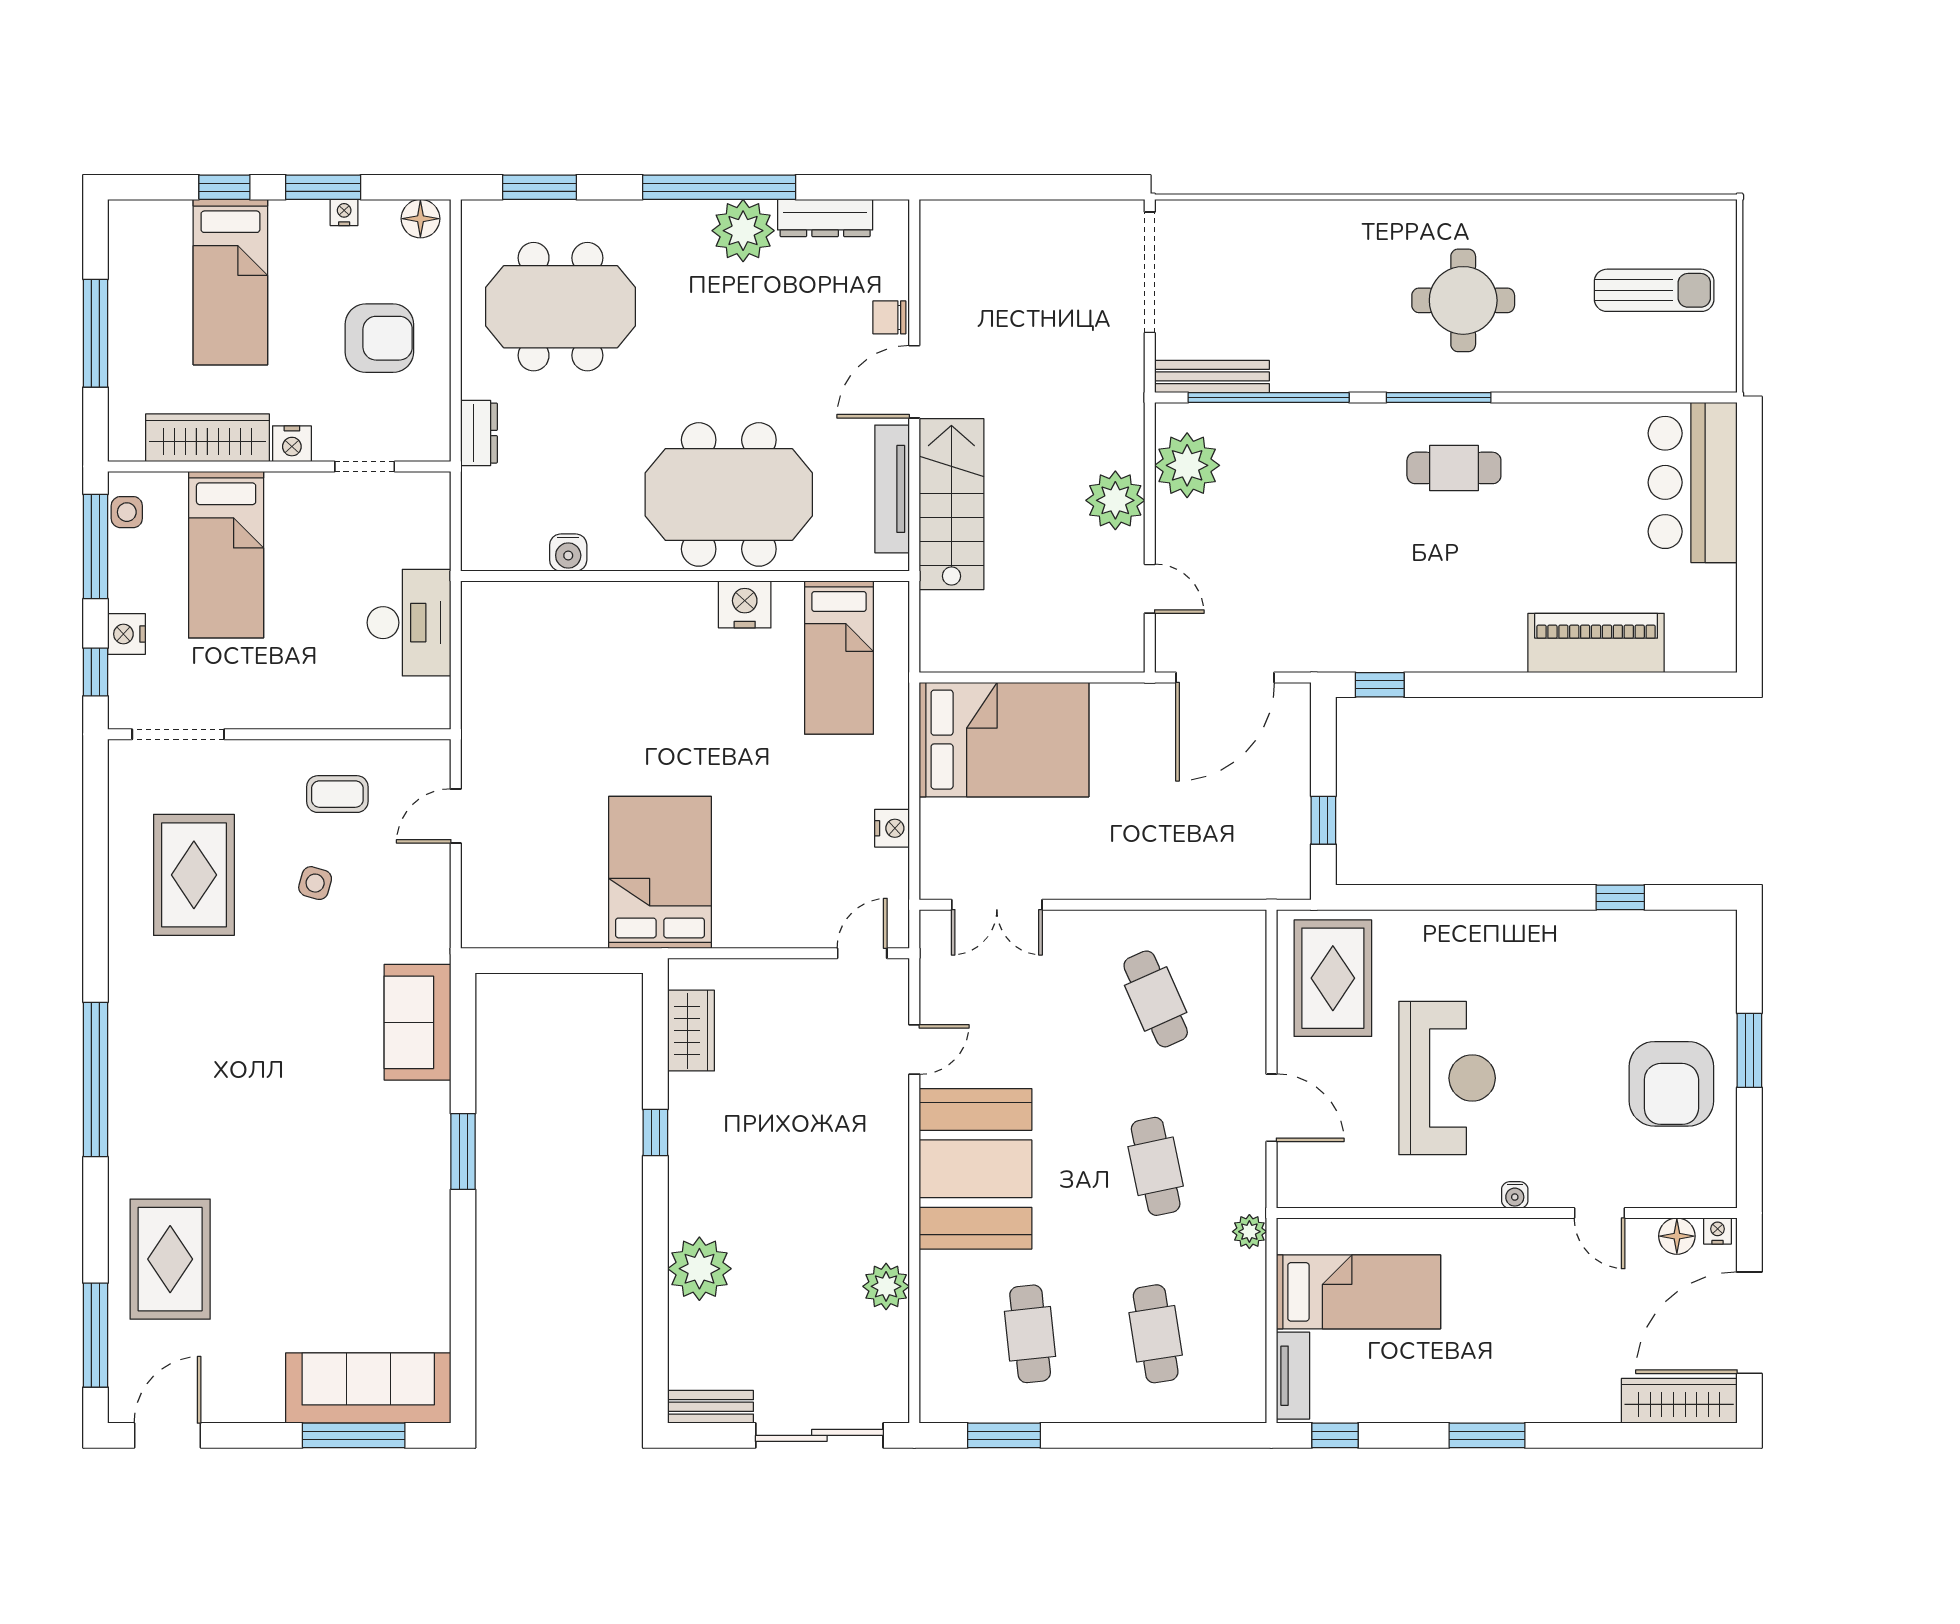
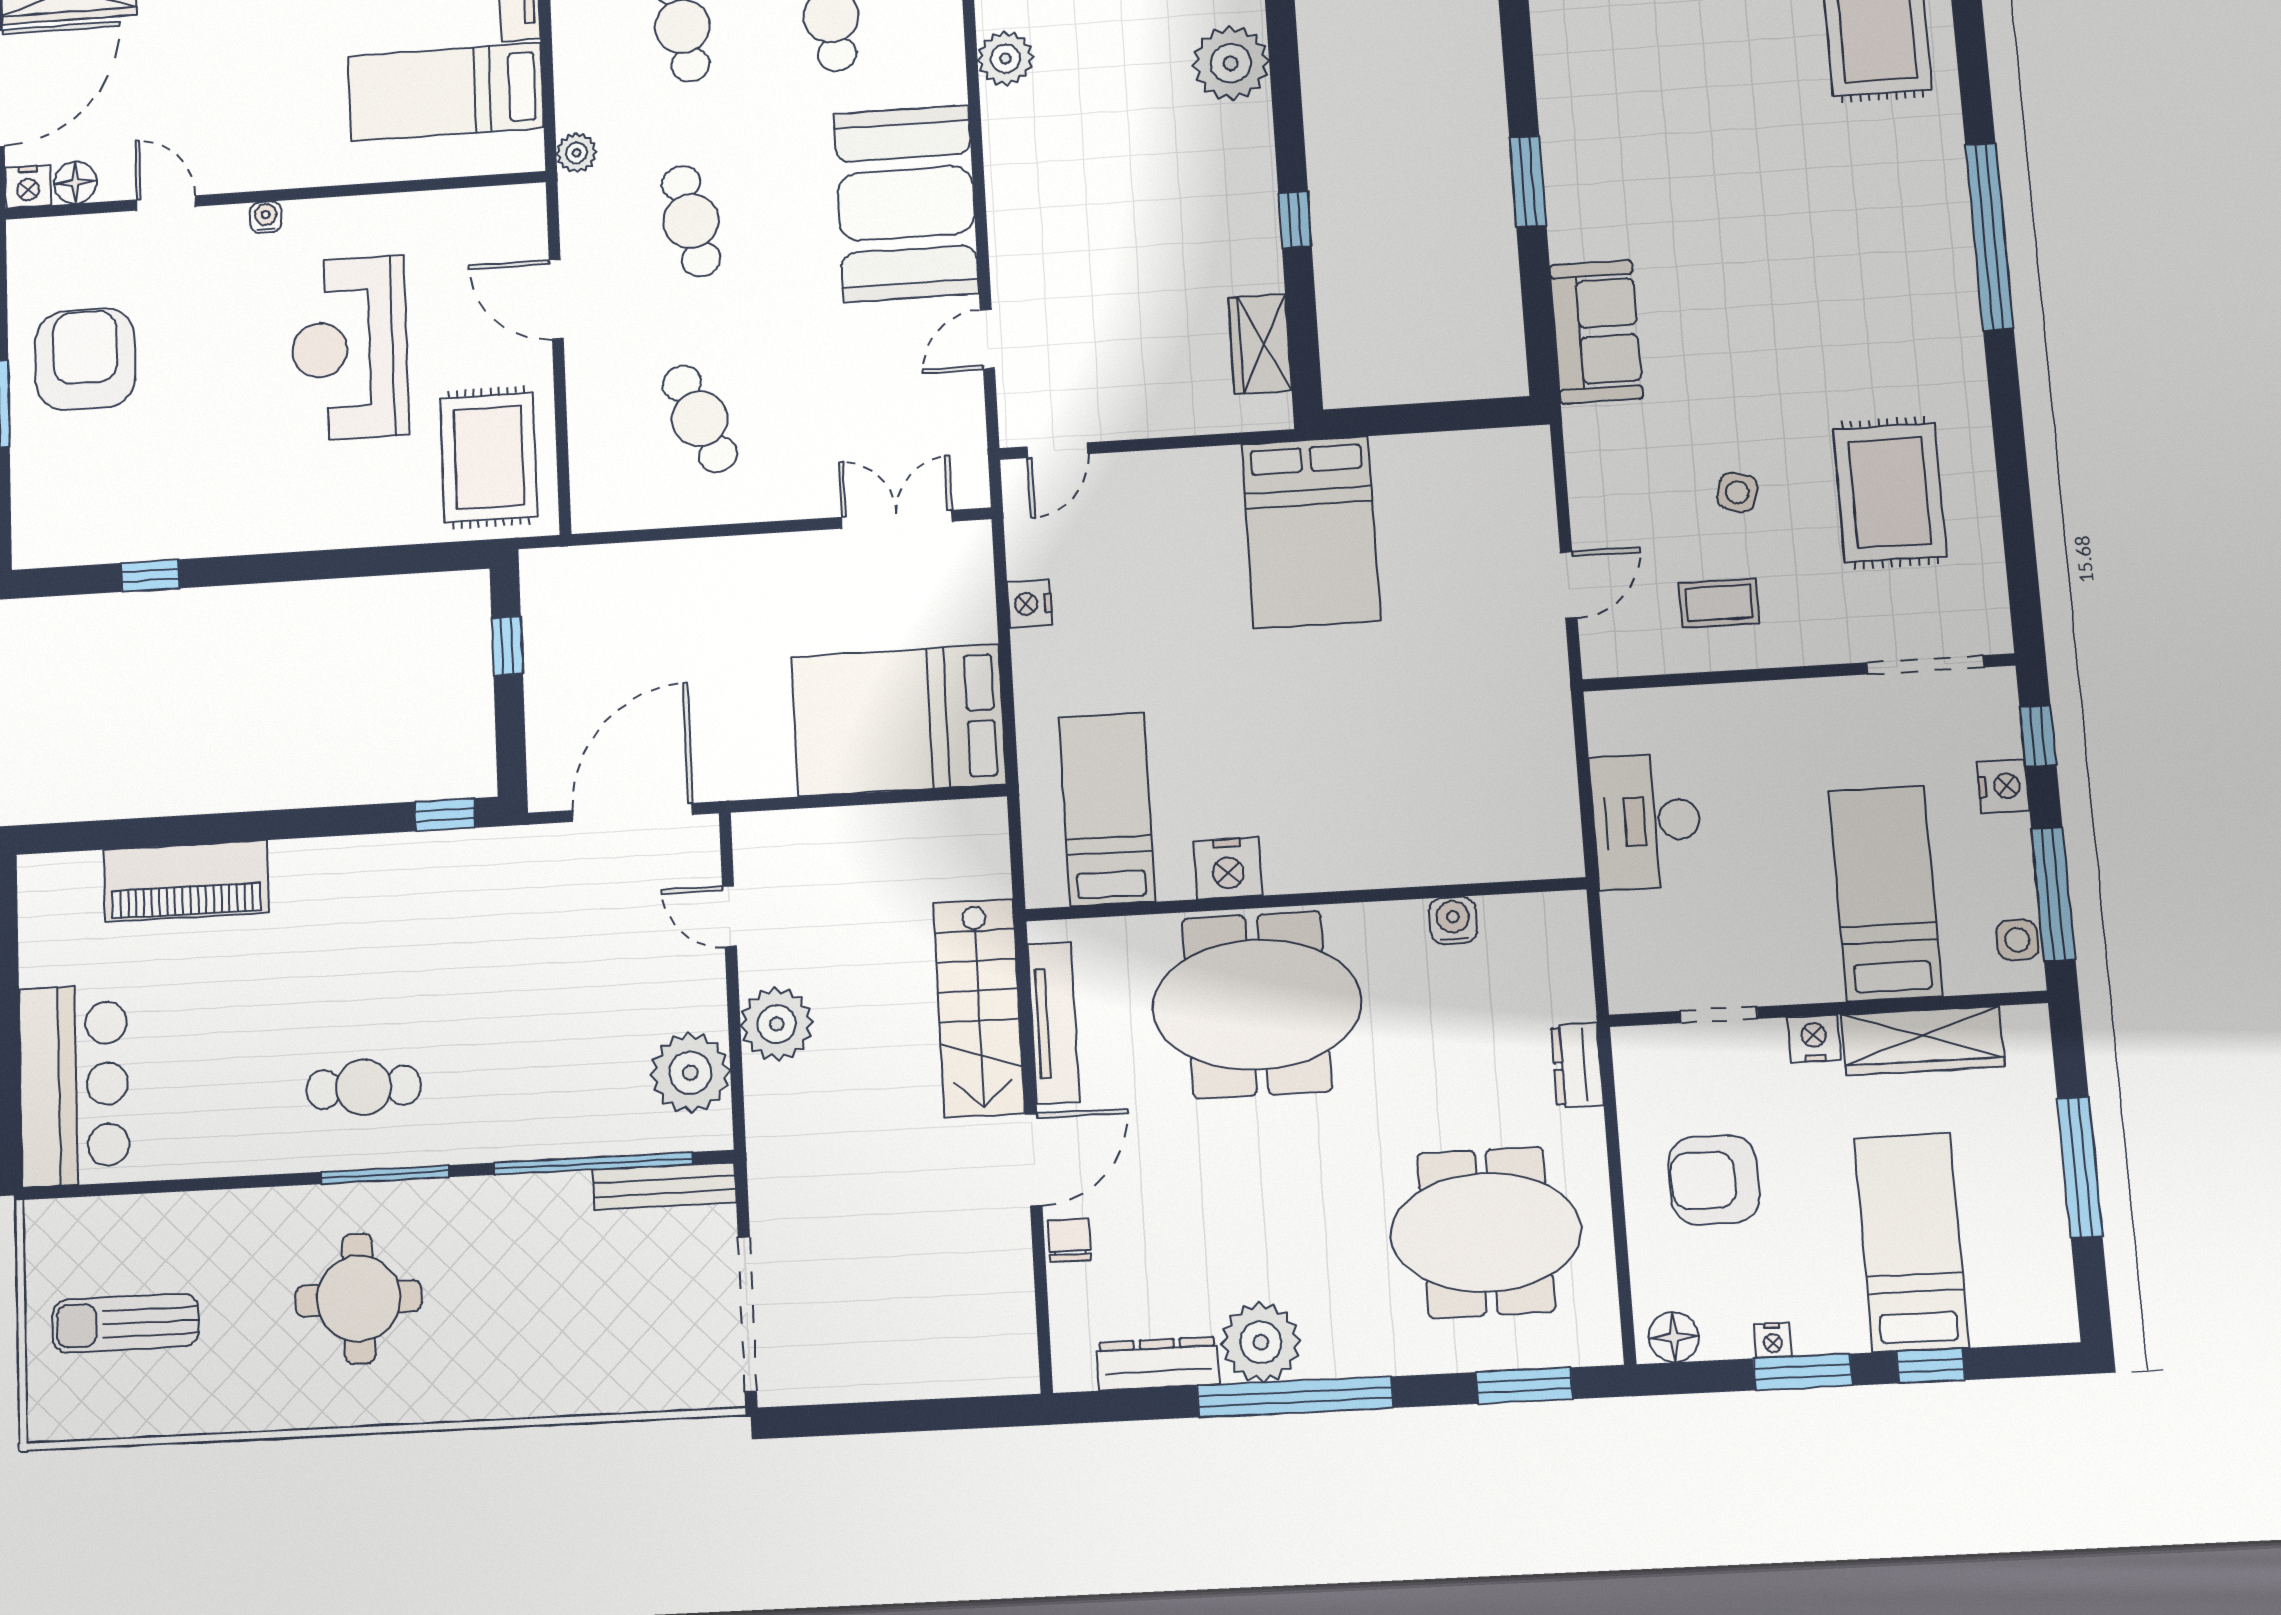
chair: (889, 317) -> (1069, 1240), turned -90
nightstand: (1718, 1231) -> (28, 186), width x1.39, depth x1.35

